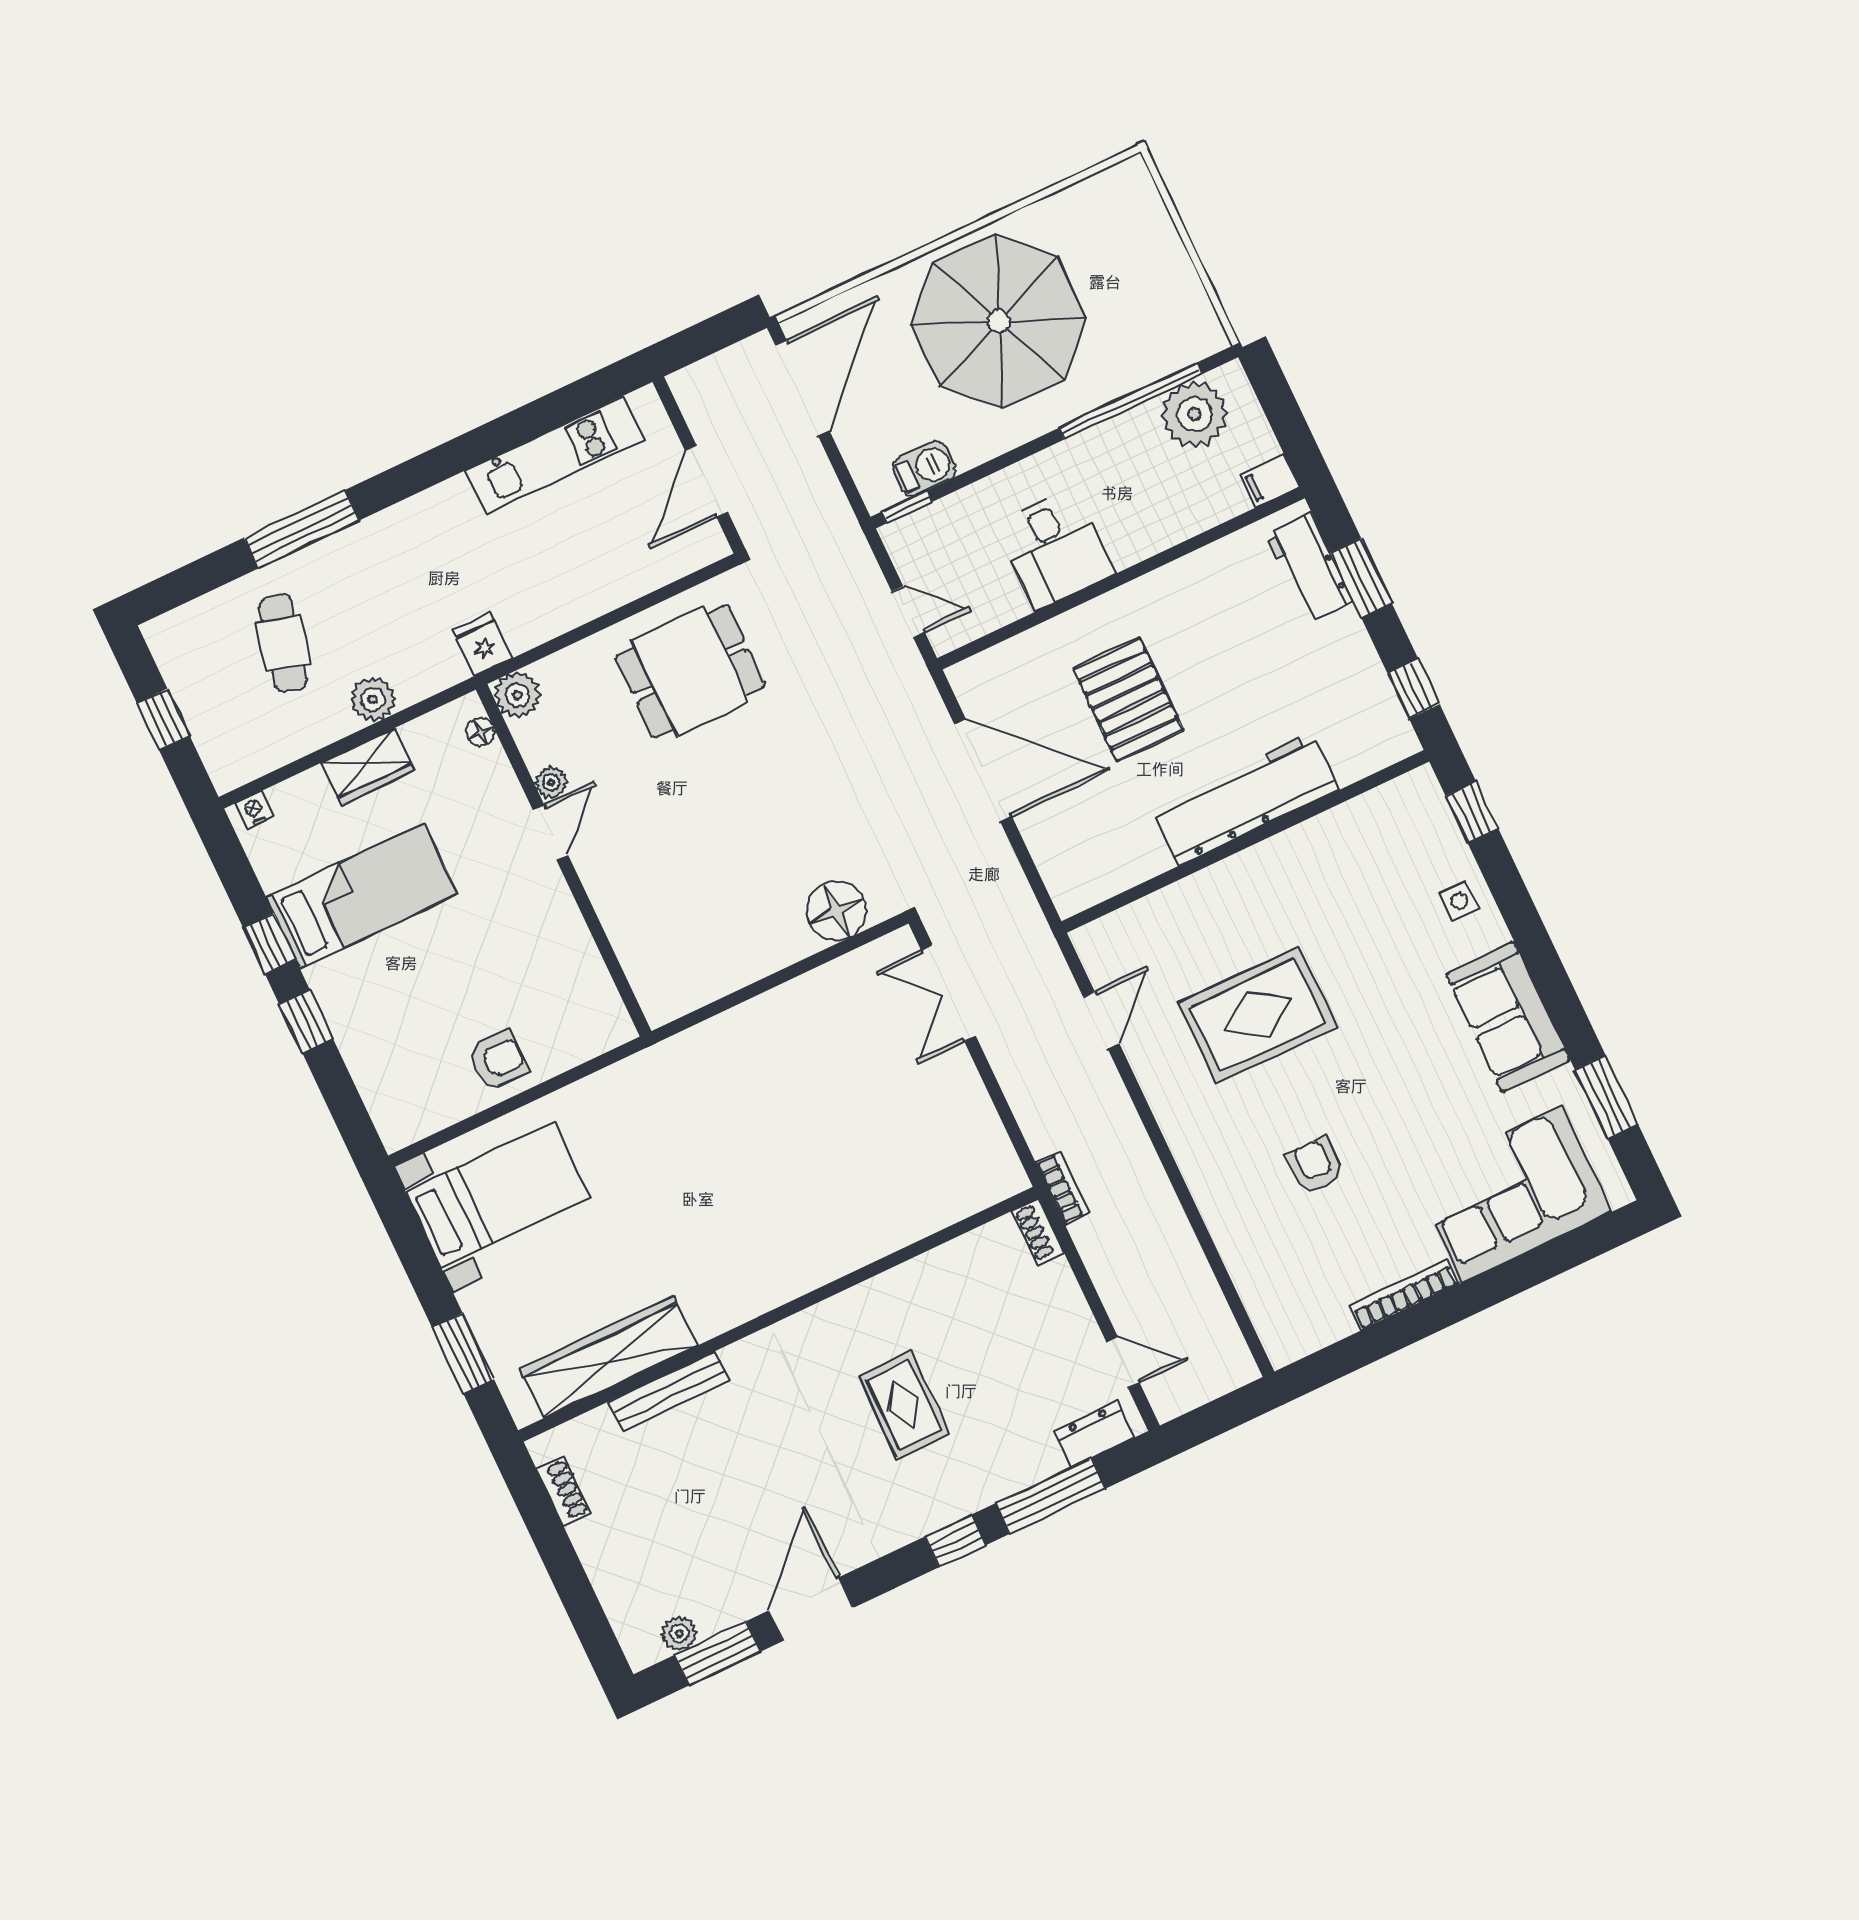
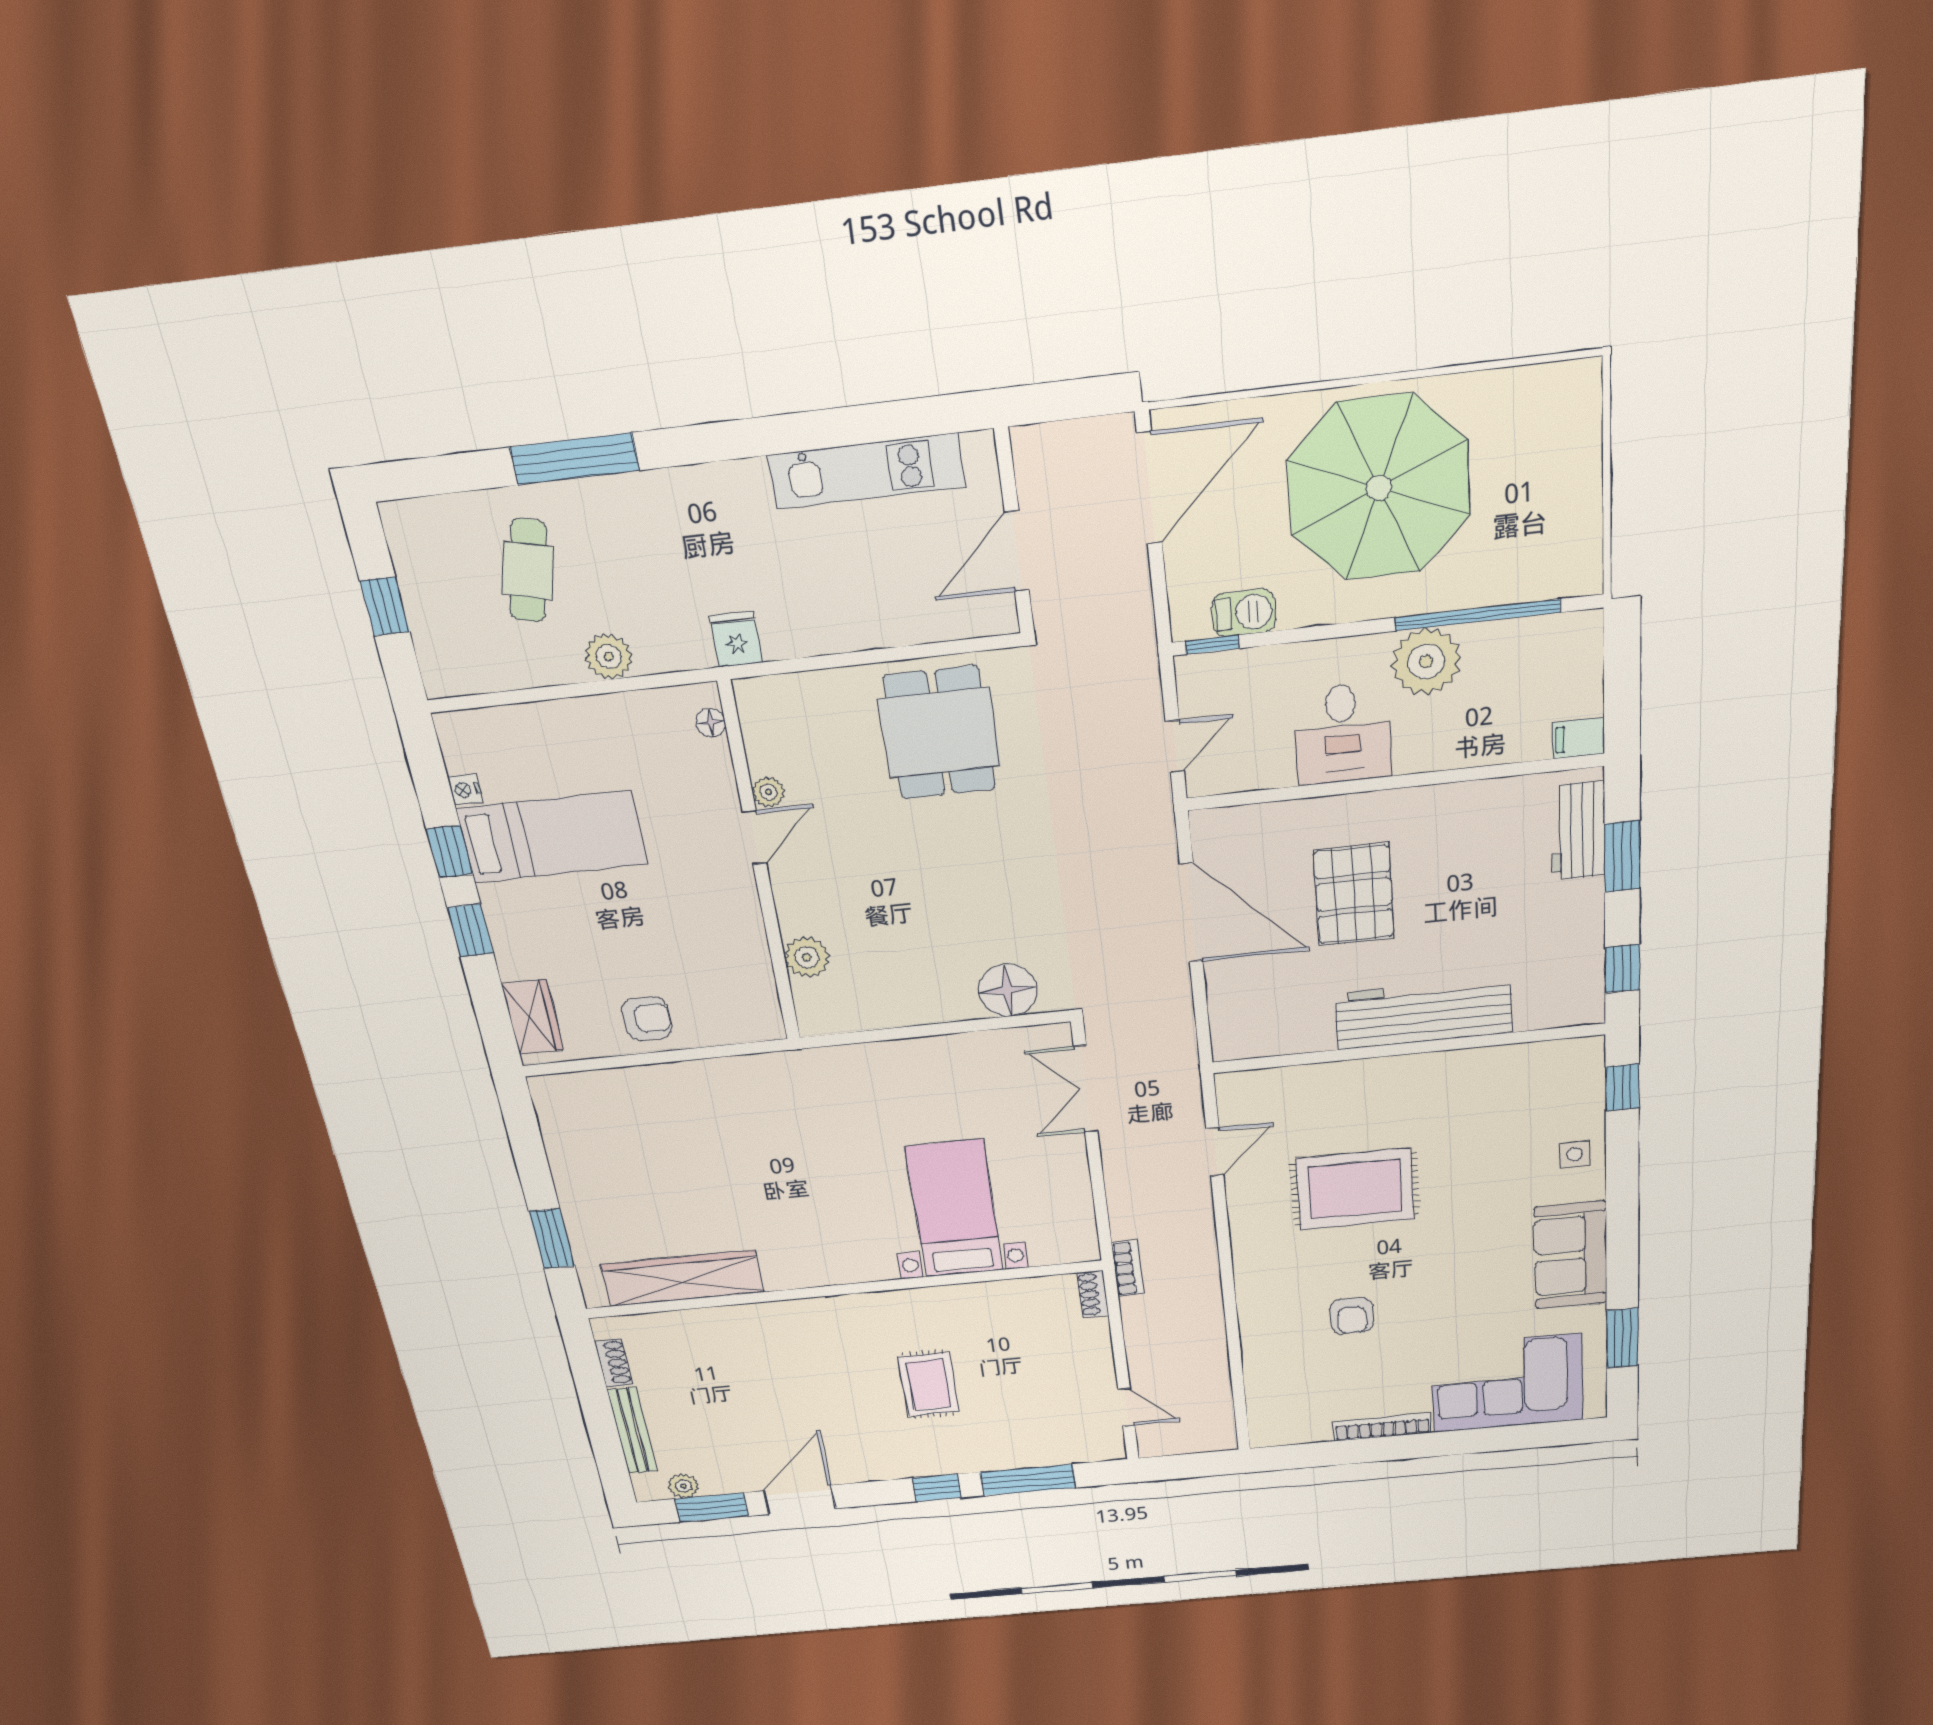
plant: (1194, 414) -> (1426, 662), moved
door: (908, 612) -> (1175, 746), hinge flipped
dining table: (691, 671) -> (939, 733), turned 90
plant: (518, 695) -> (807, 957), moved
wardrobe: (368, 766) -> (533, 1017), moved, turned -90
nightstand: (254, 810) -> (465, 790), moved, turned -90
armchair: (1315, 1166) -> (1352, 1316), turned 180
bed with nightstands: (498, 1195) -> (954, 1209), moved, turned -90
bench: (670, 1391) -> (632, 1431), moved, turned 90
dresser: (1094, 1434) -> (1081, 1449), removed

